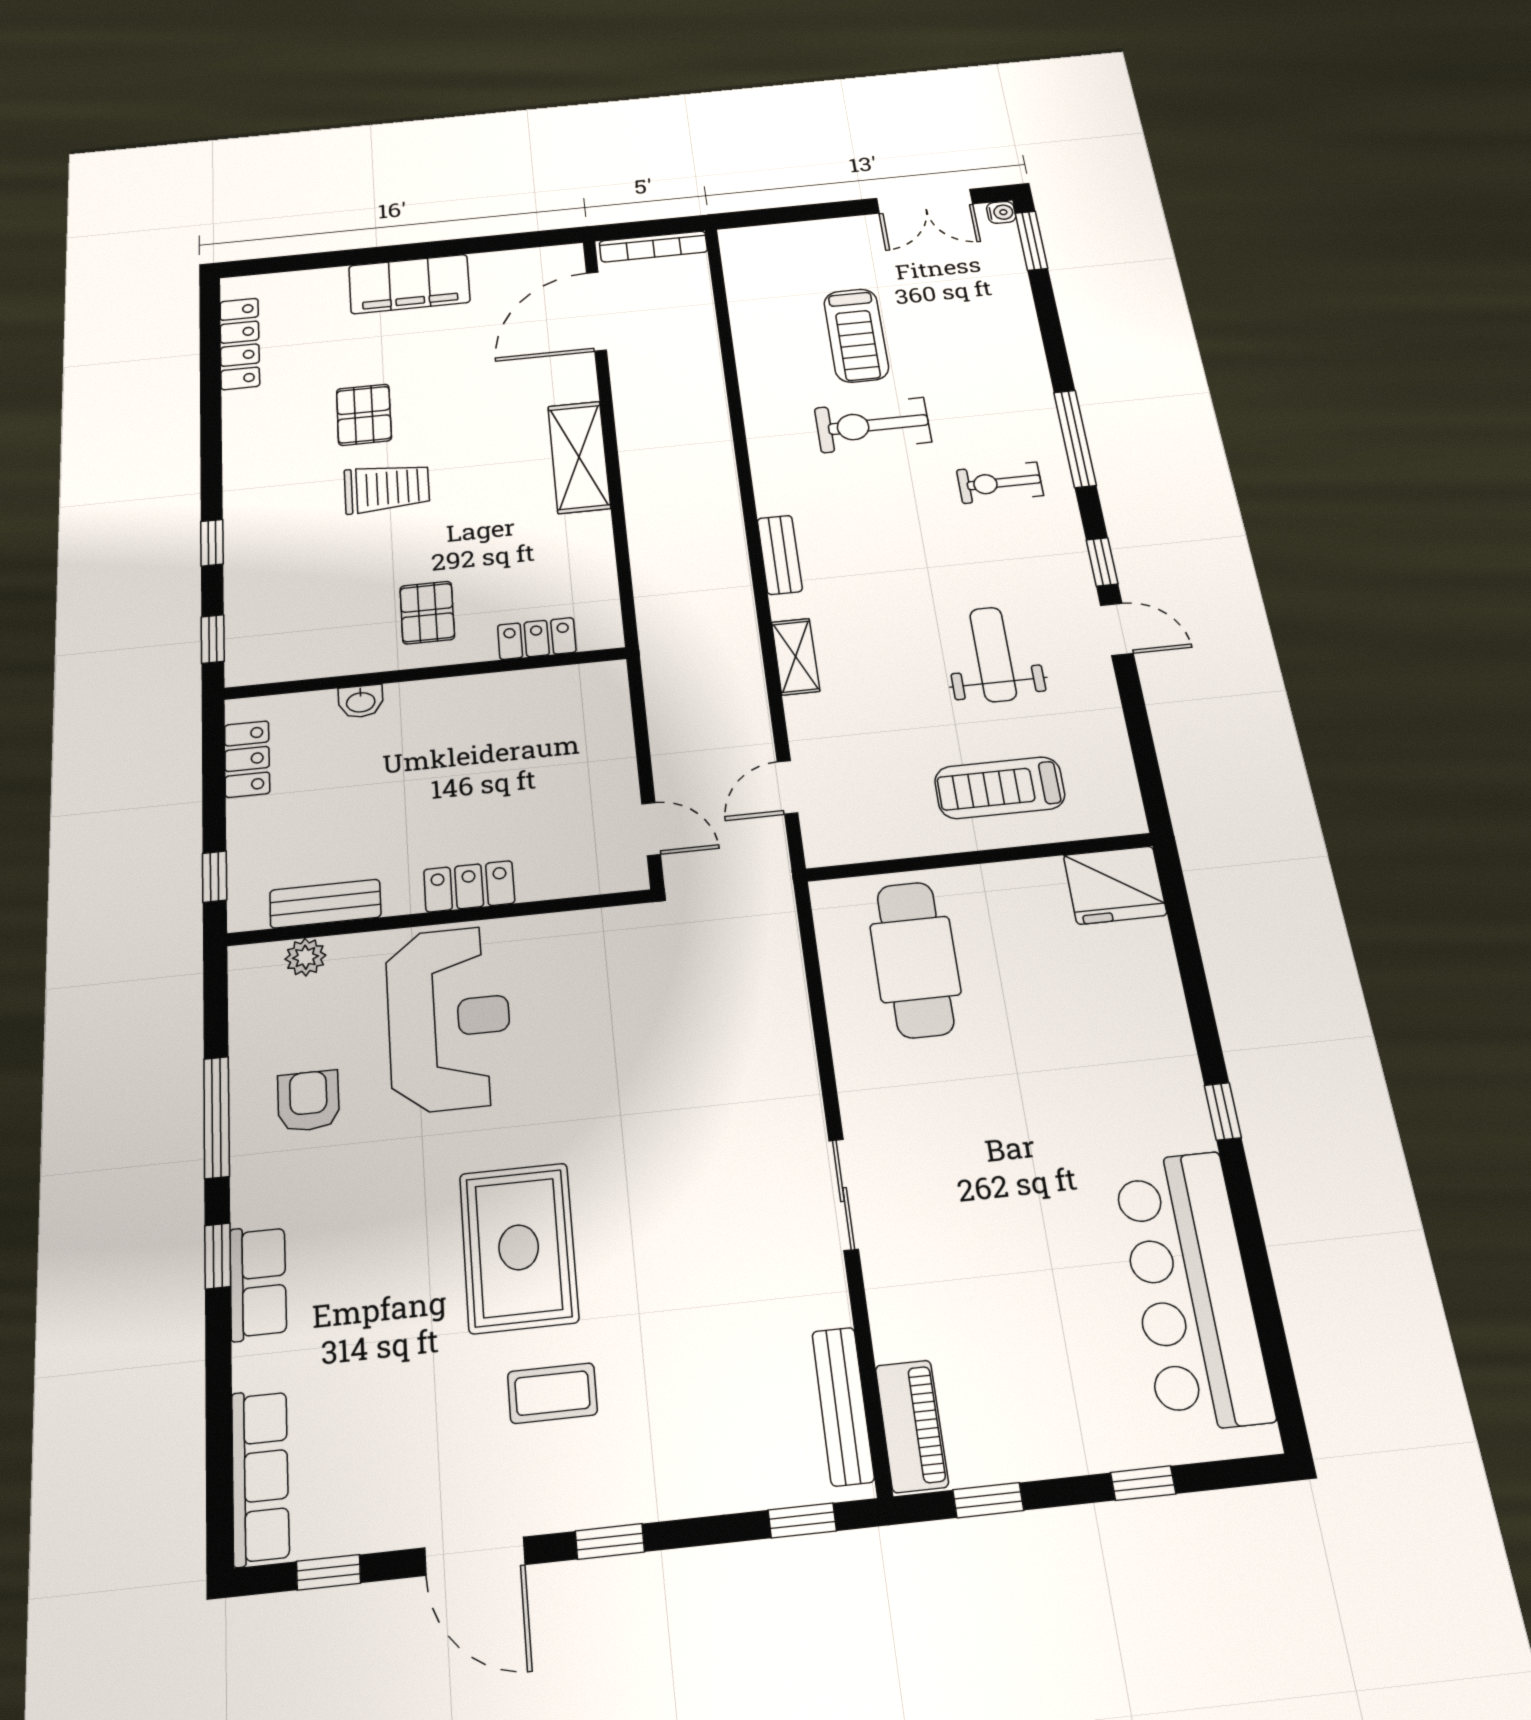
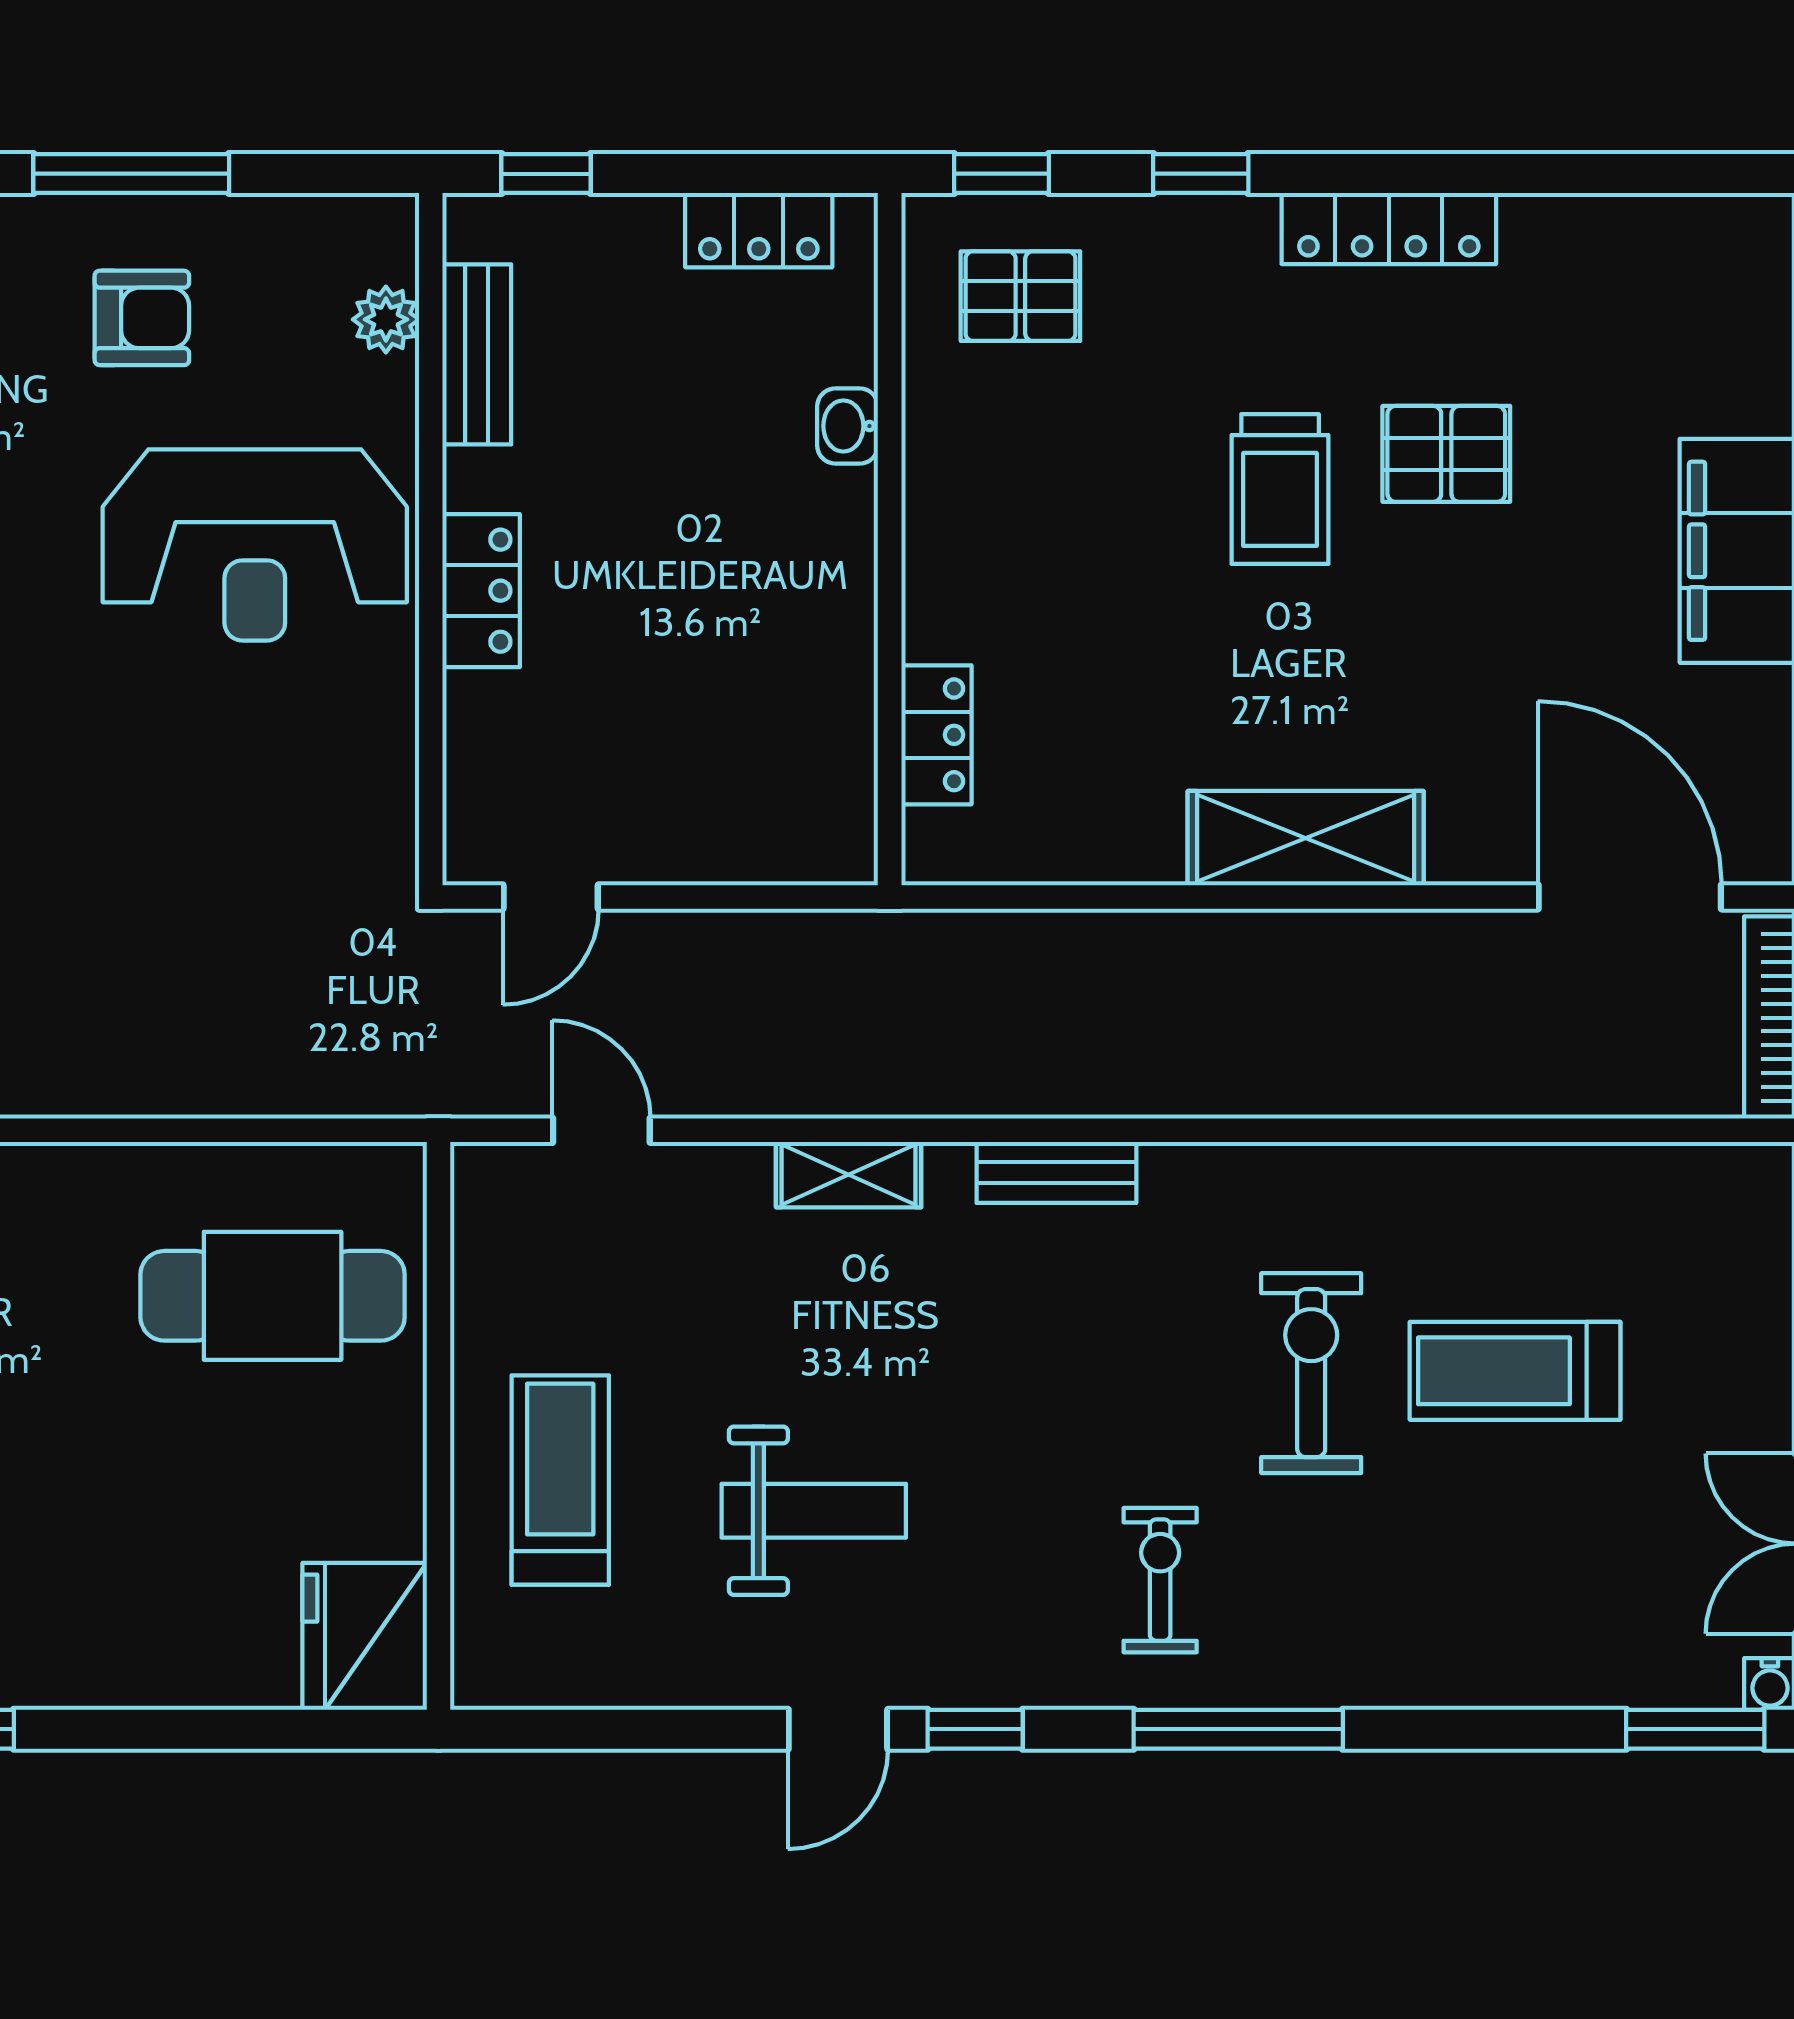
locker: (240, 344) -> (1389, 229), moved
pallet: (427, 613) -> (1020, 296), moved

